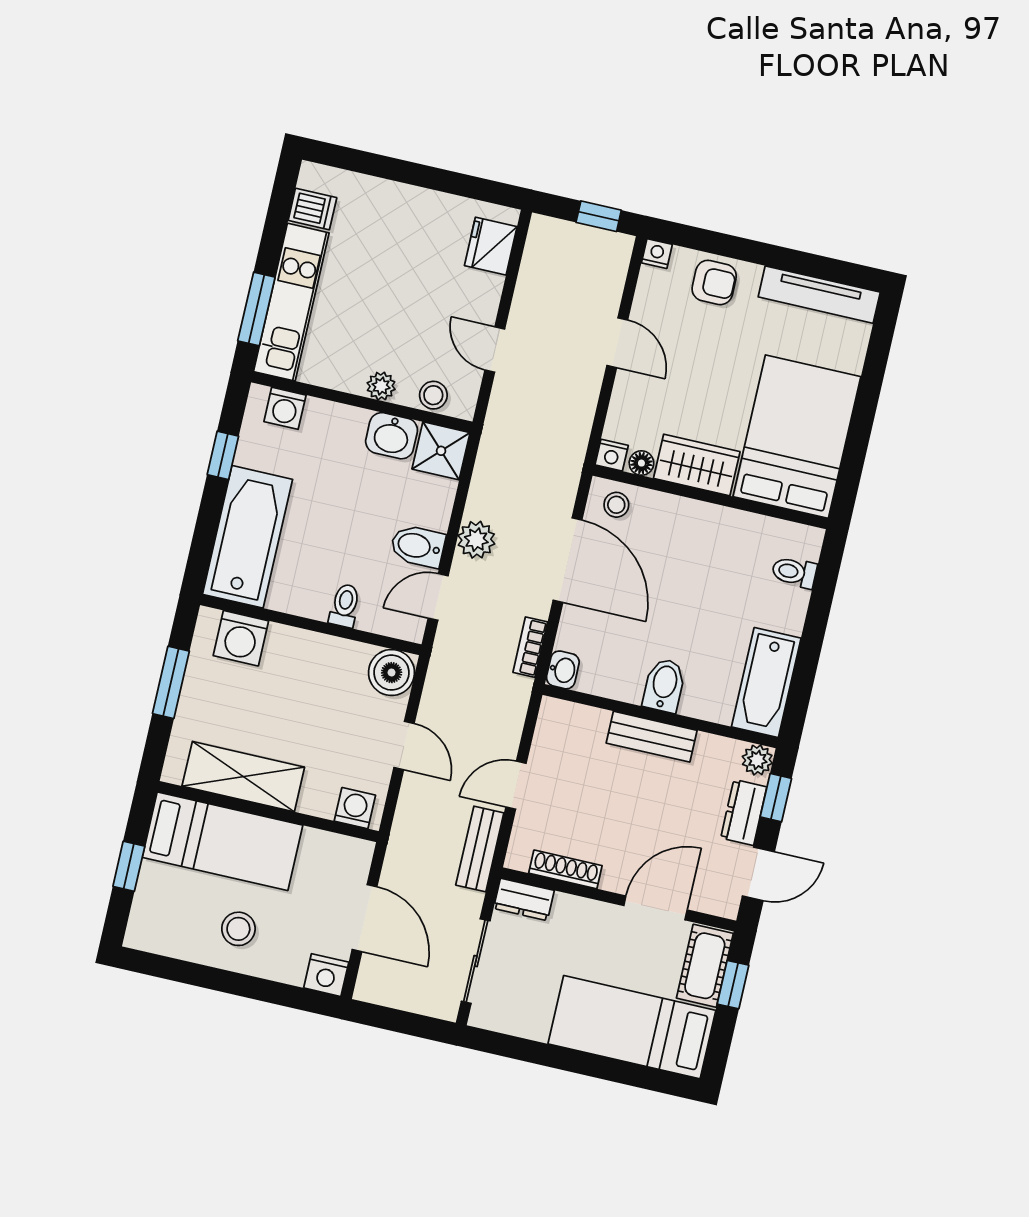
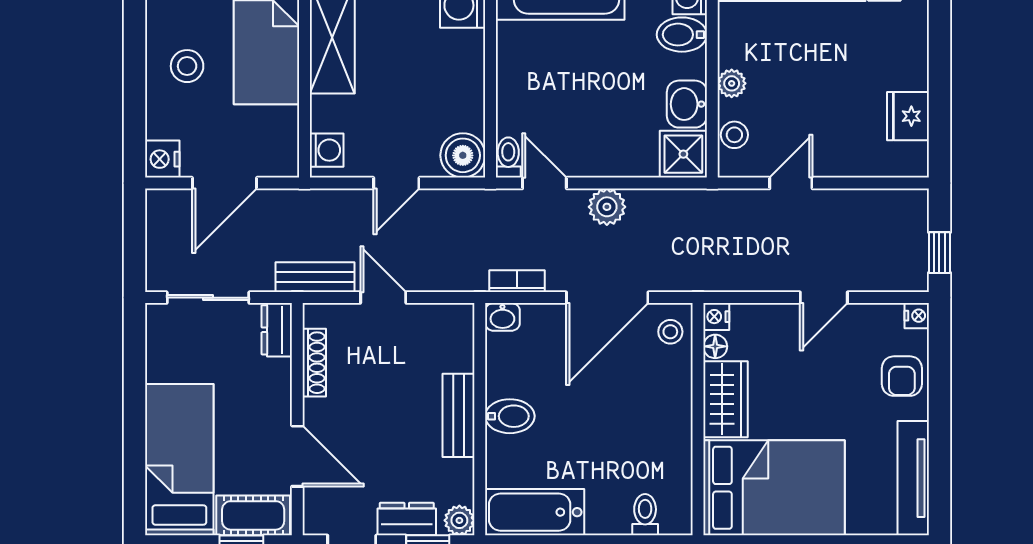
fridge: (491, 246) -> (908, 116), moved, turned -90
bidet: (418, 546) -> (682, 35), moved, turned -90
toilet: (345, 606) -> (508, 157), moved, turned -90

